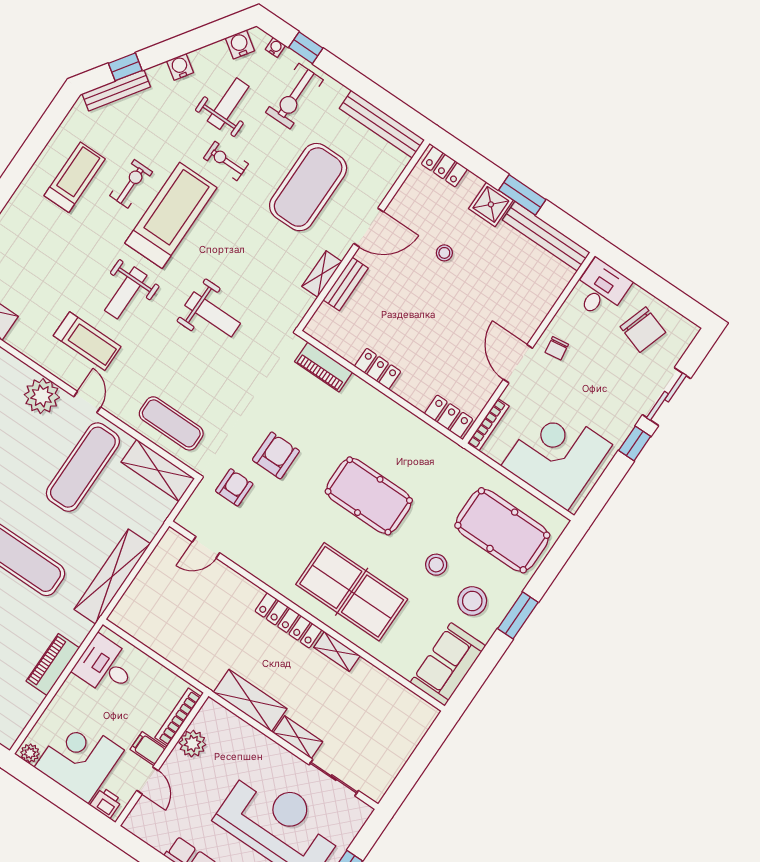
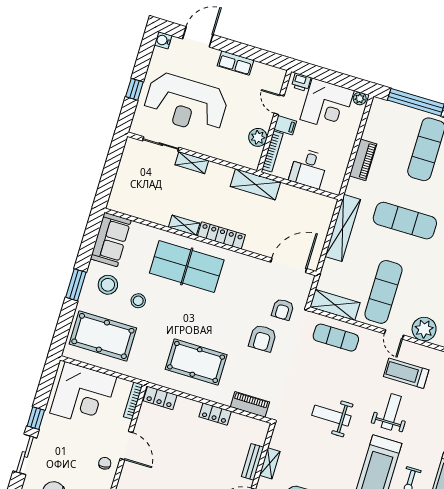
pool table: (369, 496) -> (196, 362), moved
door: (206, 547) -> (289, 265), width x1.88
desk: (105, 666) -> (308, 168), moved, turned 90
shelving: (250, 700) -> (255, 184), moved

